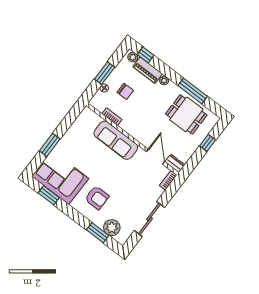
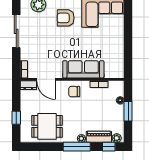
chair: (125, 91) -> (74, 92), moved
window: (193, 91) -> (77, 147), moved
window: (50, 145) -> (128, 30), removed

